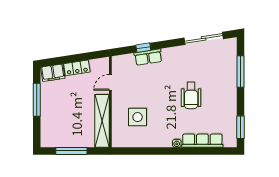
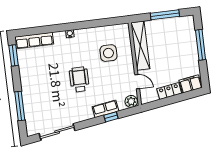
plant: (119, 62) -> (131, 101), added
door: (110, 82) -> (137, 82), hinge flipped
wheelchair: (191, 95) -> (79, 79), moved
window: (37, 100) -> (201, 45), moved
row of seats: (202, 141) -> (34, 40), moved

